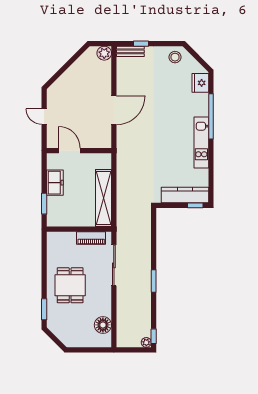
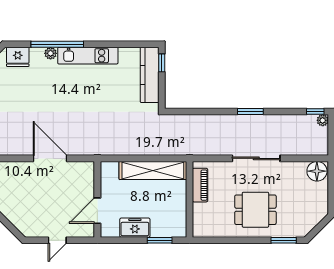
plant: (203, 111) -> (51, 53), added
sliding door: (114, 265) -> (256, 158), moved
floor lamp: (103, 325) -> (317, 171), moved

